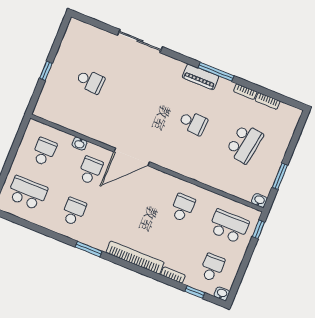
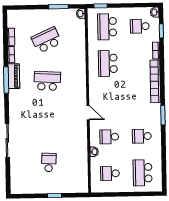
piano: (201, 77) -> (14, 76), moved
school desk: (193, 123) -> (47, 81), width x1.85
school desk: (244, 144) -> (46, 40), turned -33
door: (132, 157) -> (88, 113), width x0.53
school desk: (183, 208) -> (108, 63), width x1.85

